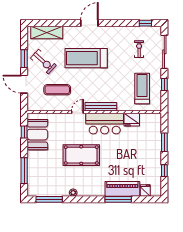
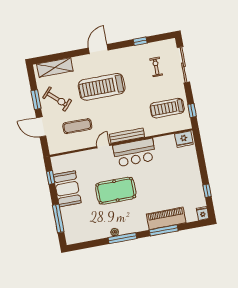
window: (145, 23) -> (140, 41), moved
window: (164, 84) -> (192, 110), moved
treadmill: (142, 89) -> (167, 108), turned -90
fridge: (132, 120) -> (184, 139), moved
booth: (37, 135) -> (67, 189), moved
window: (164, 142) -> (201, 161), removed
fridge: (145, 191) -> (203, 213), moved
window: (49, 199) -> (122, 238), moved

